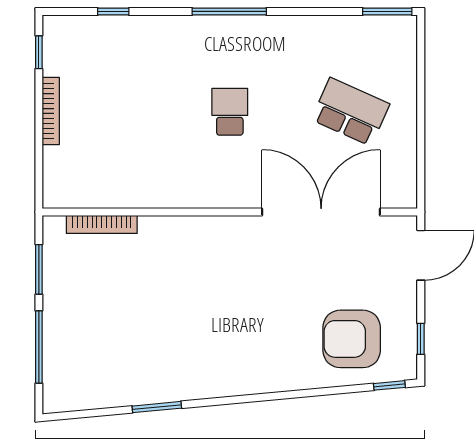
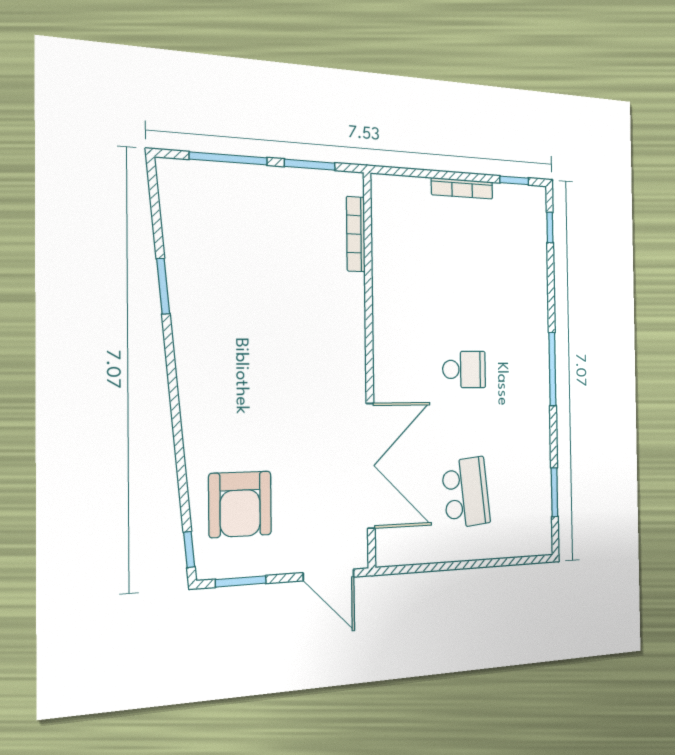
window: (113, 11) -> (550, 227), moved
window: (387, 11) -> (554, 492), moved
school desk: (350, 112) -> (466, 493), turned -30
armchair: (352, 339) -> (240, 504), turned 180
window: (421, 339) -> (241, 581), width x1.50

